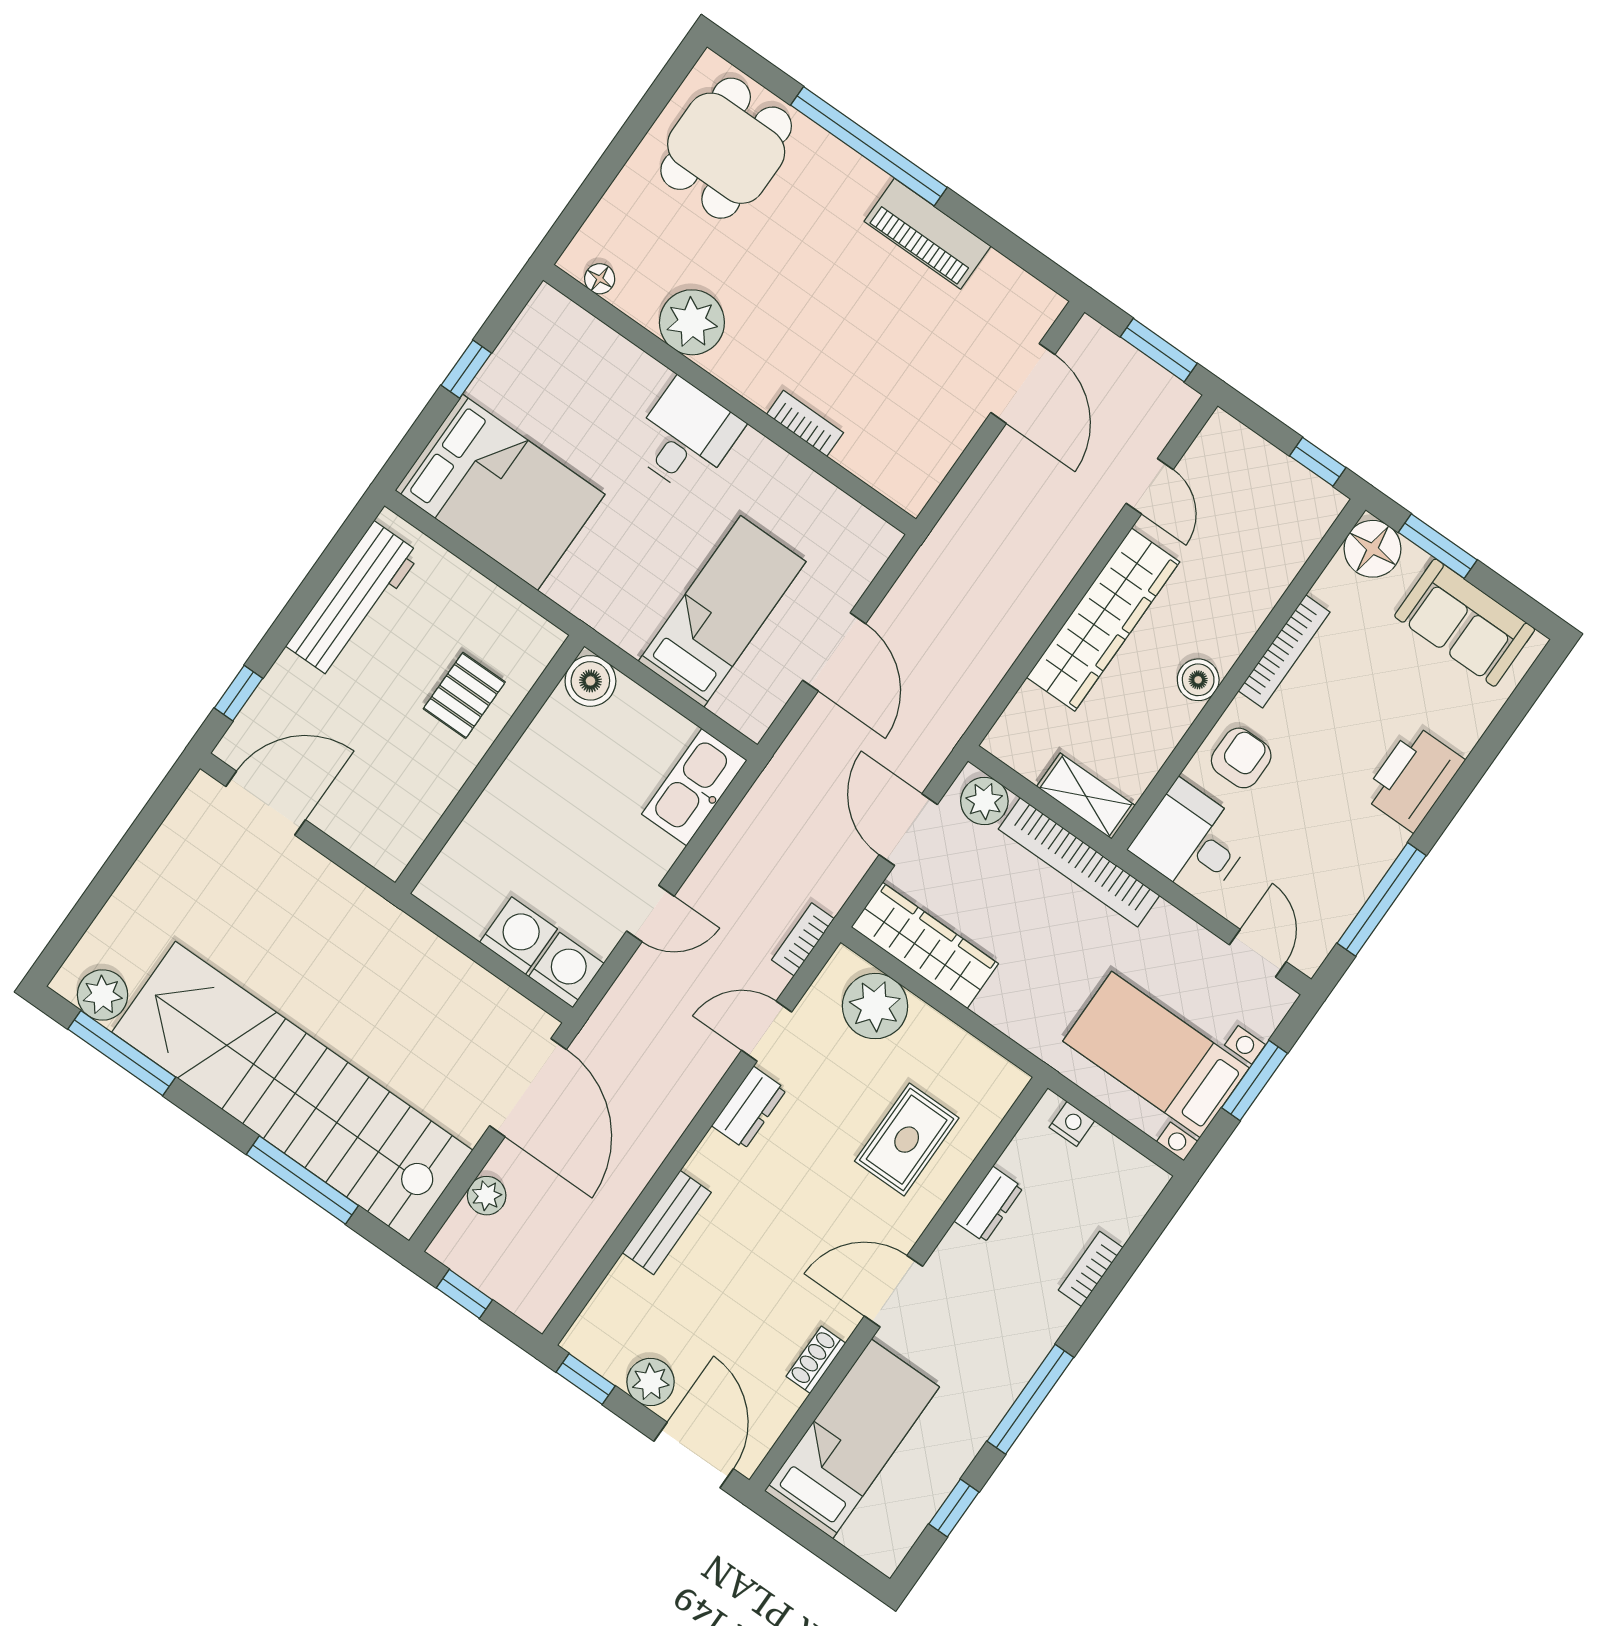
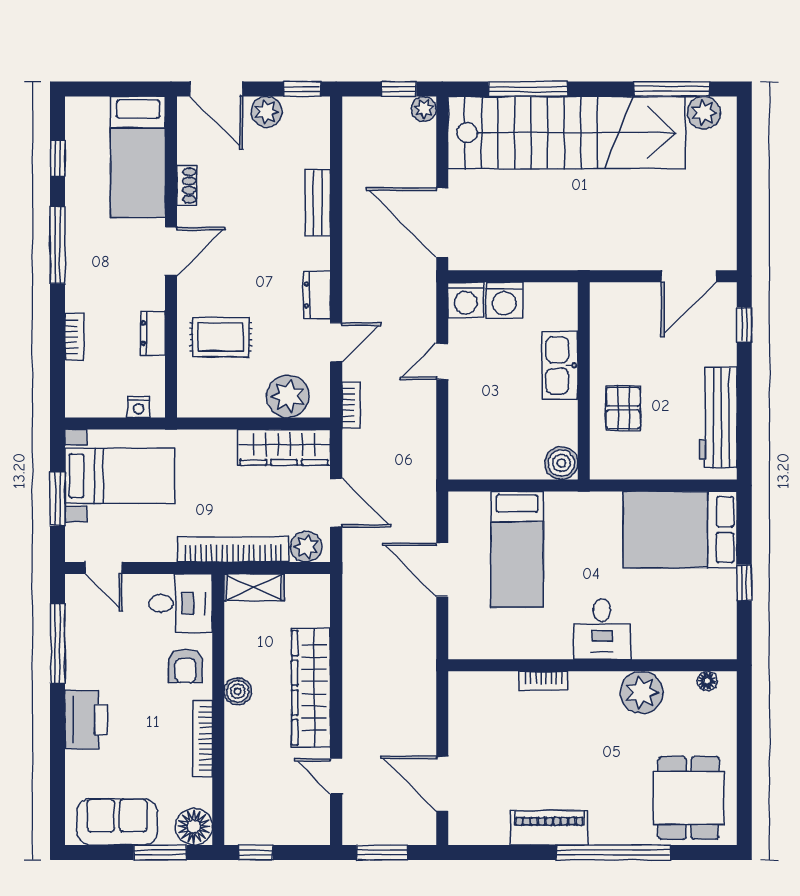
kitchen sink: (694, 787) -> (560, 365), moved, turned 180
rug: (907, 1140) -> (221, 337), turned 90
plant: (487, 1196) -> (424, 109), moved

